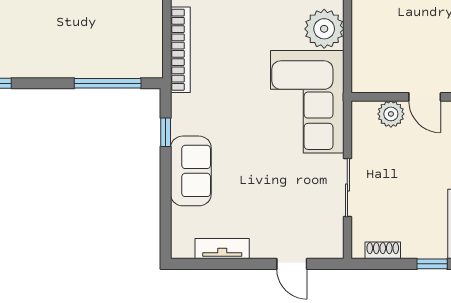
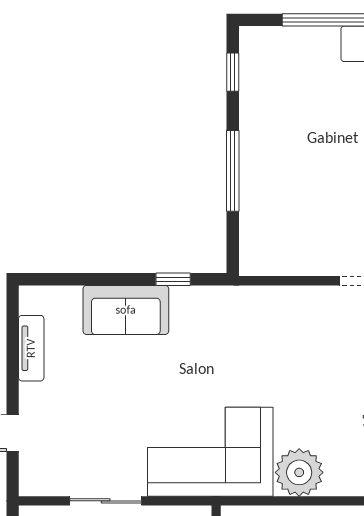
bookcase: (180, 50) -> (274, 297), removed
window: (108, 83) -> (233, 171), moved

